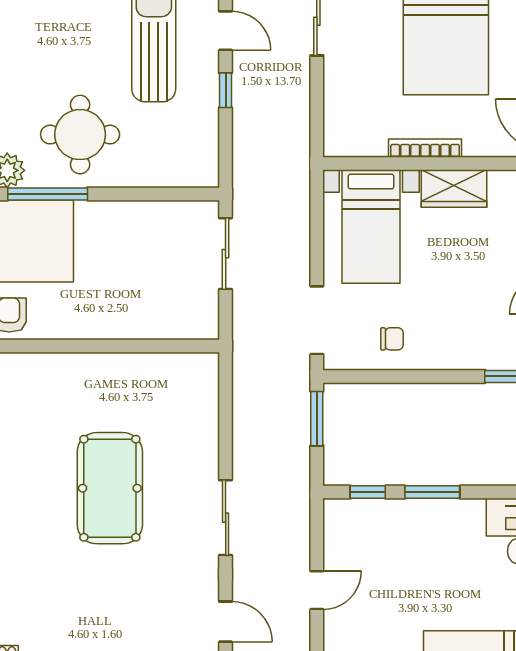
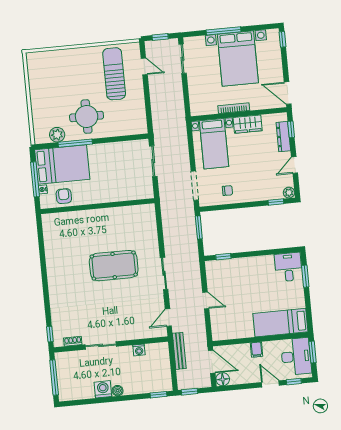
window: (226, 90) -> (147, 92), removed
pool table: (110, 488) -> (114, 266), turned 90
window: (432, 492) -> (251, 254), removed
door: (317, 590) -> (206, 300), hinge flipped
door: (226, 622) -> (168, 318), swing flipped

